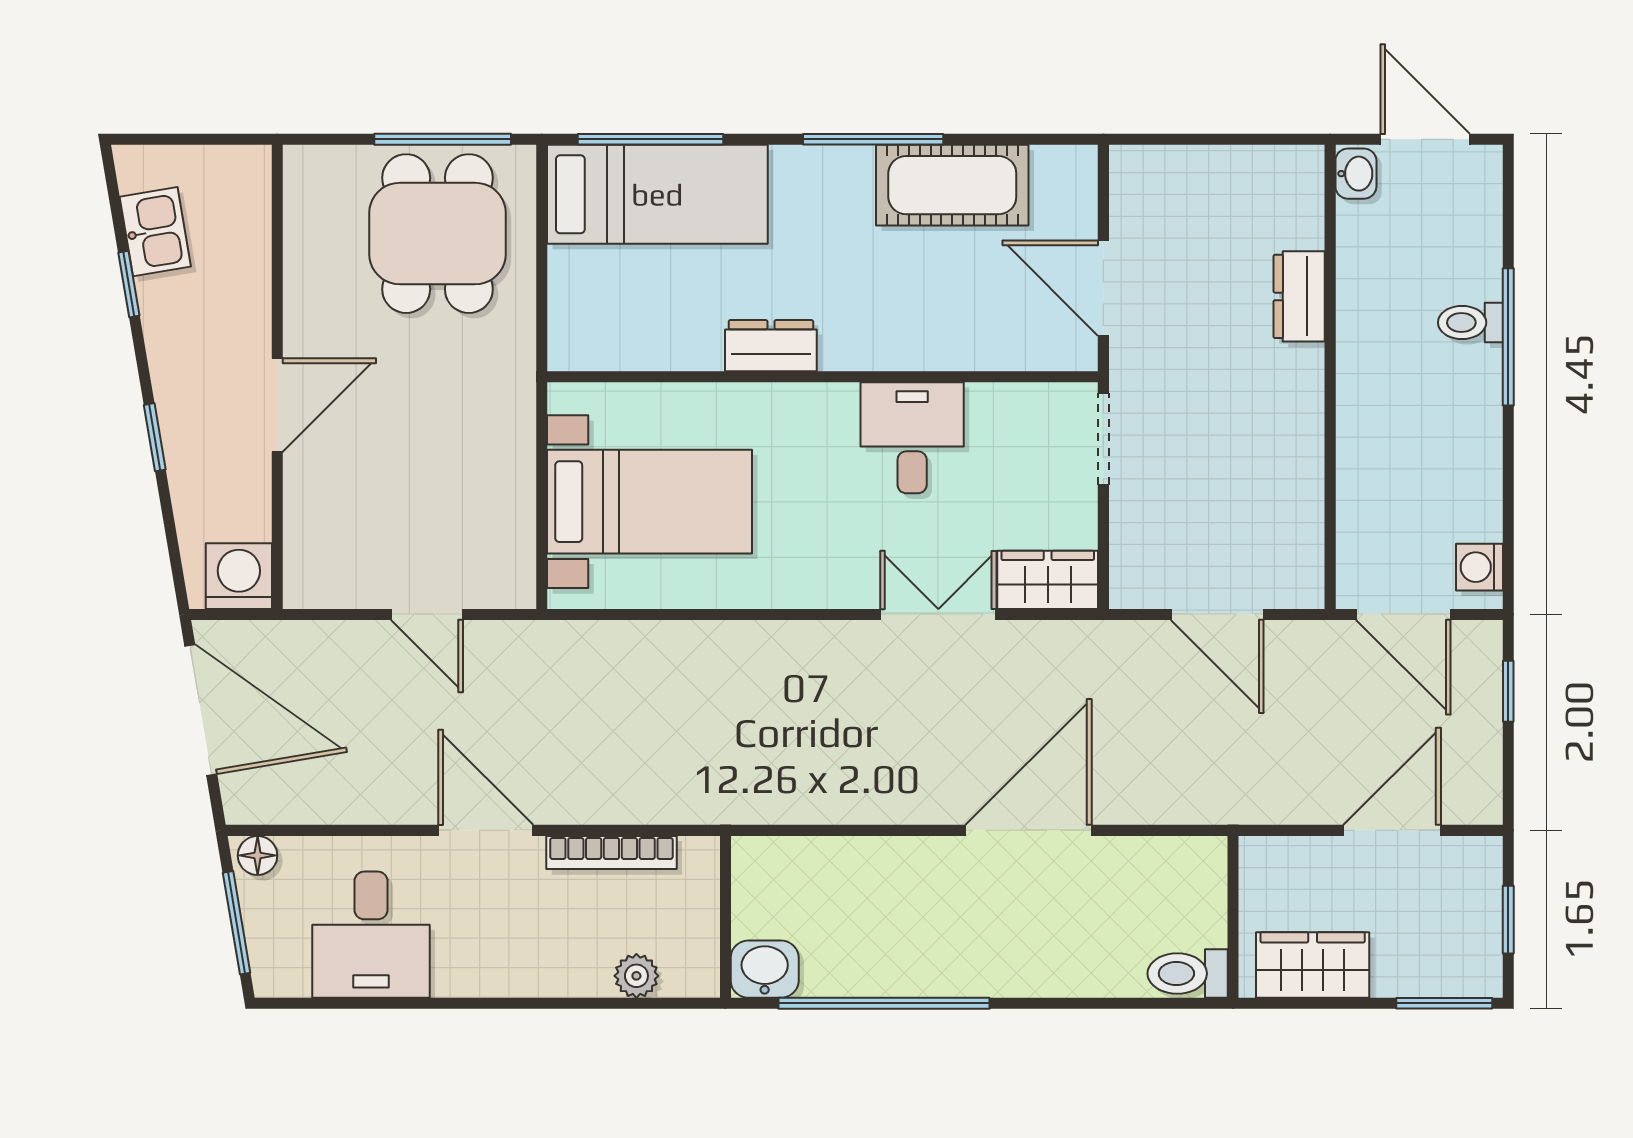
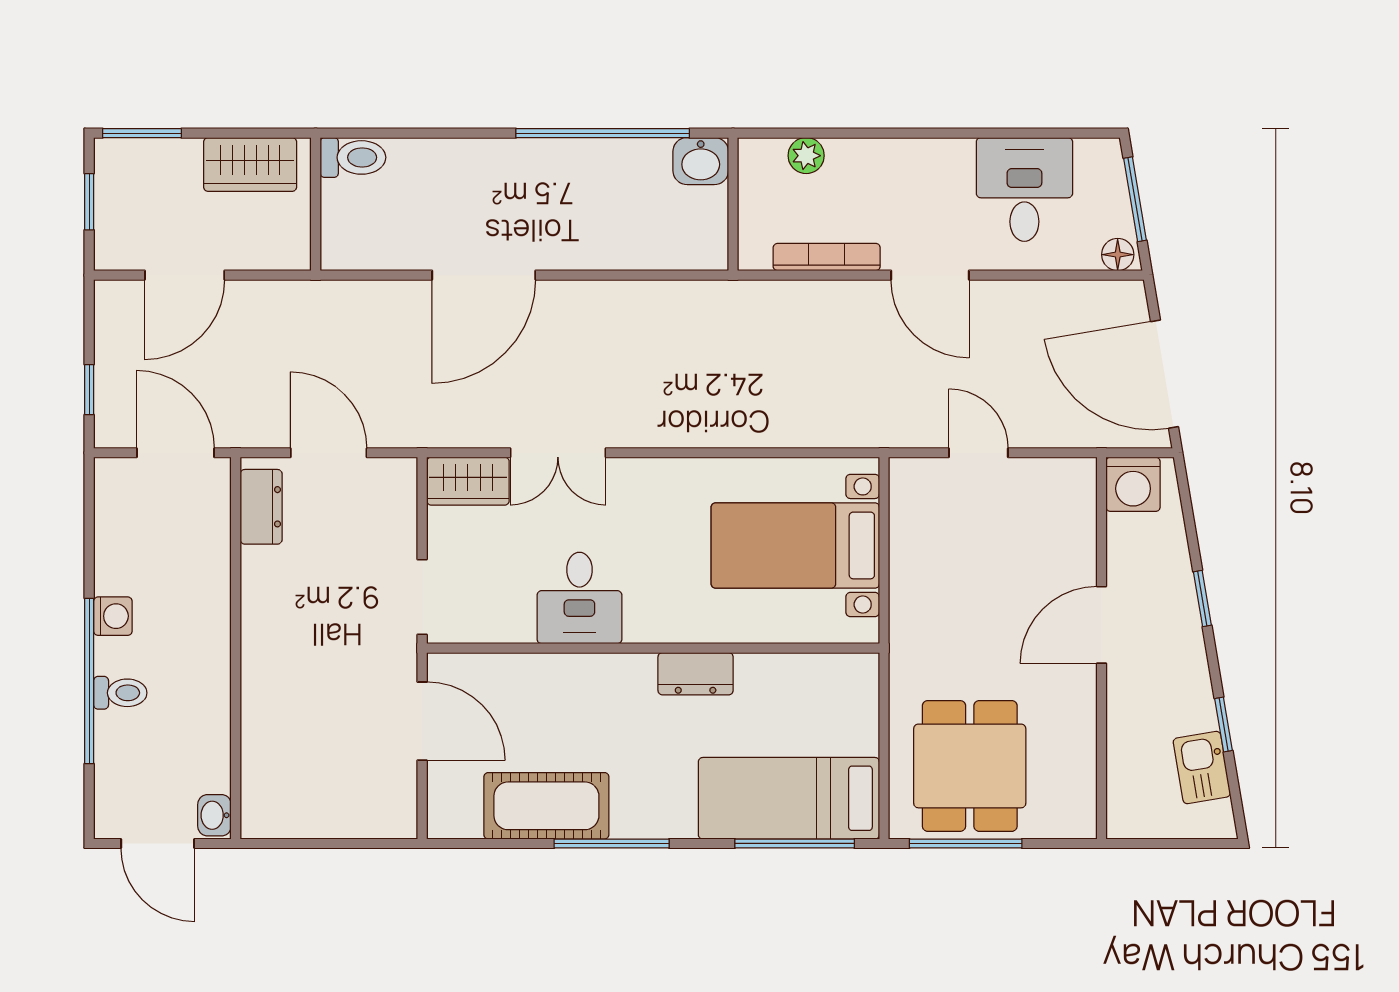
dresser: (1299, 296) -> (261, 507), moved
window: (1508, 337) -> (89, 681), width x1.46
washing machine: (1479, 567) -> (113, 616), moved

